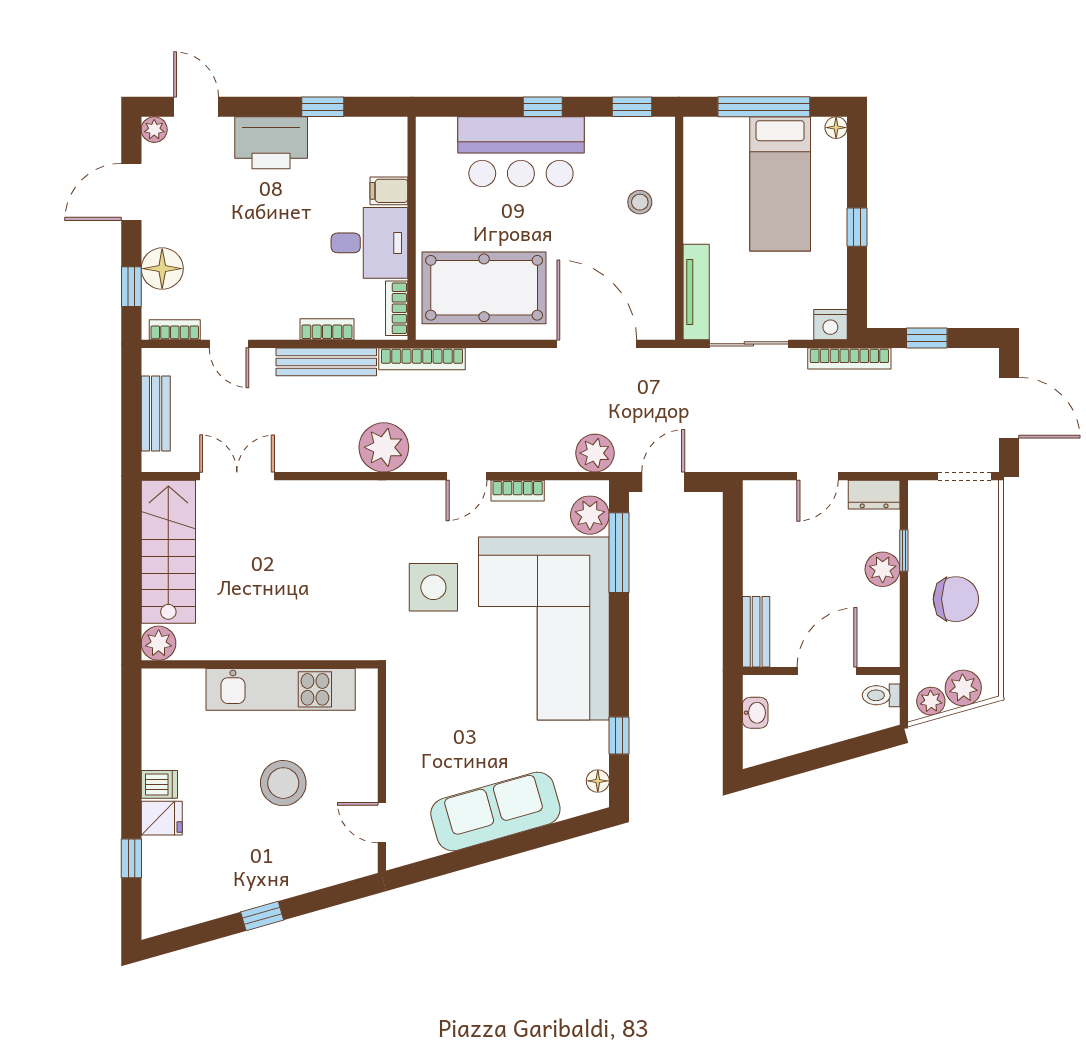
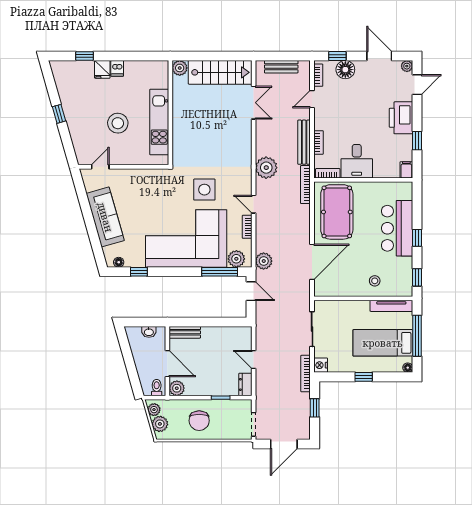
filing cabinet: (389, 191) -> (406, 170), moved
tv unit: (696, 292) -> (391, 306), moved
plant: (883, 569) -> (177, 388), moved

